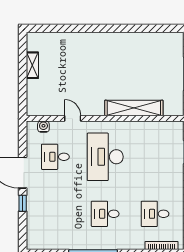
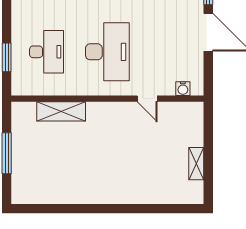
shelving: (134, 108) -> (61, 111), width x0.68
desk: (55, 157) -> (46, 52), moved, width x1.37

